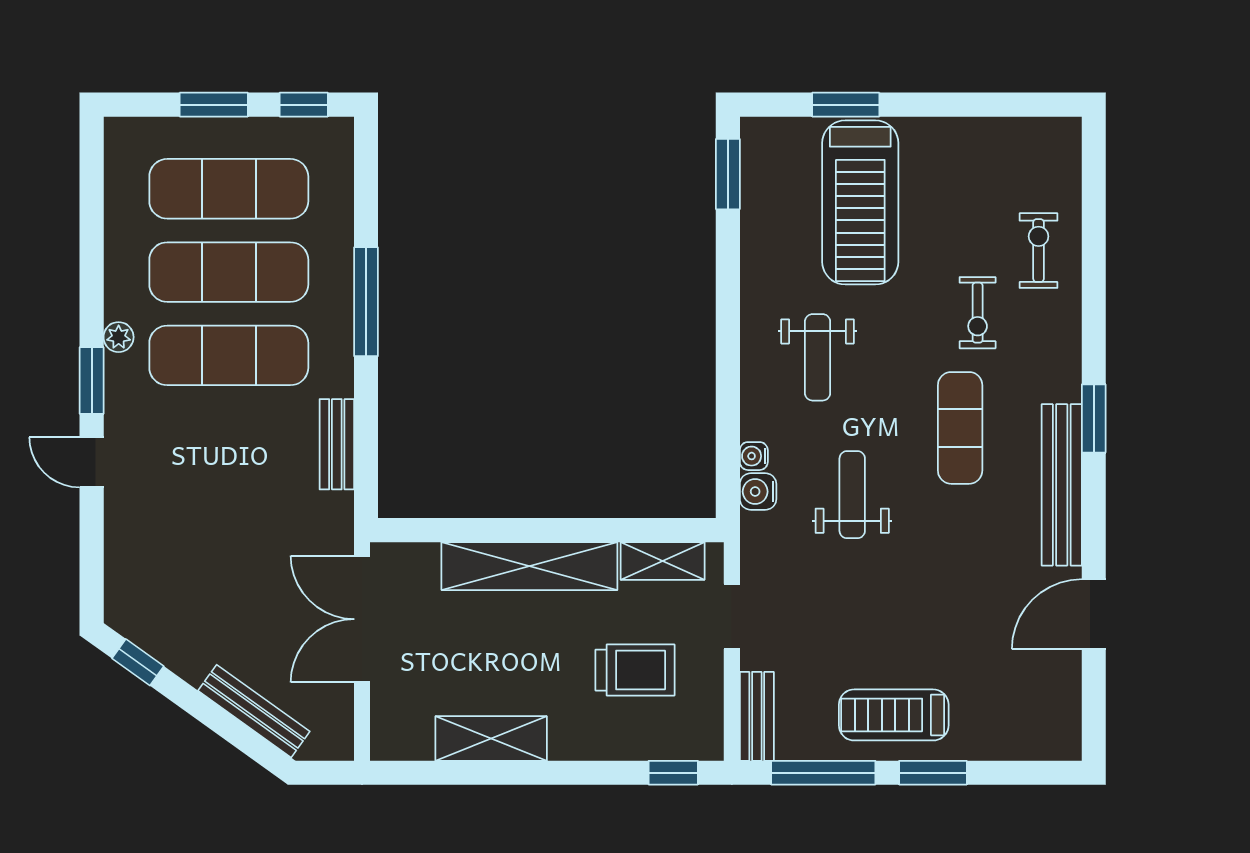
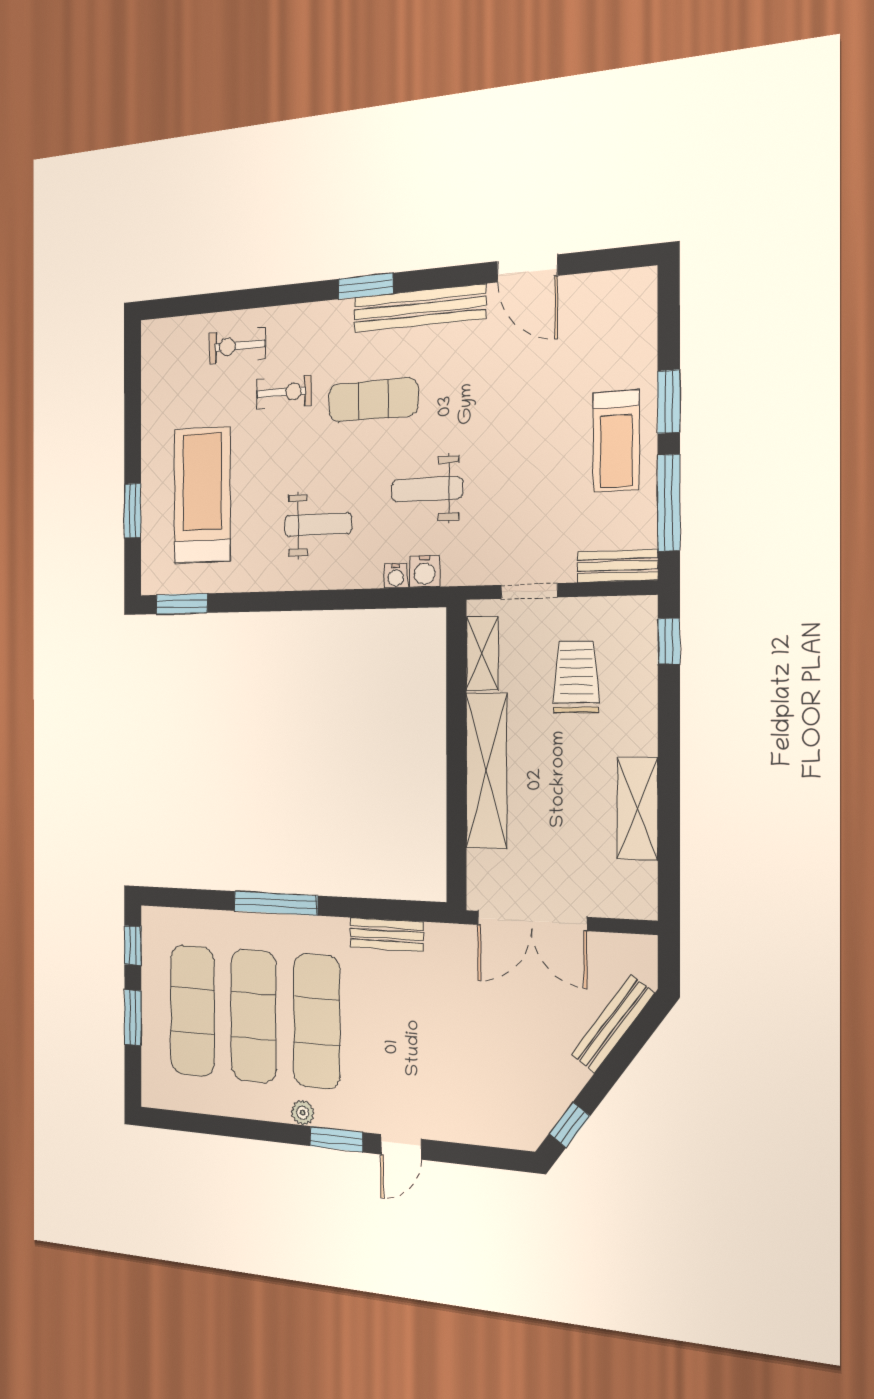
treadmill: (860, 202) -> (202, 495), turned -90

